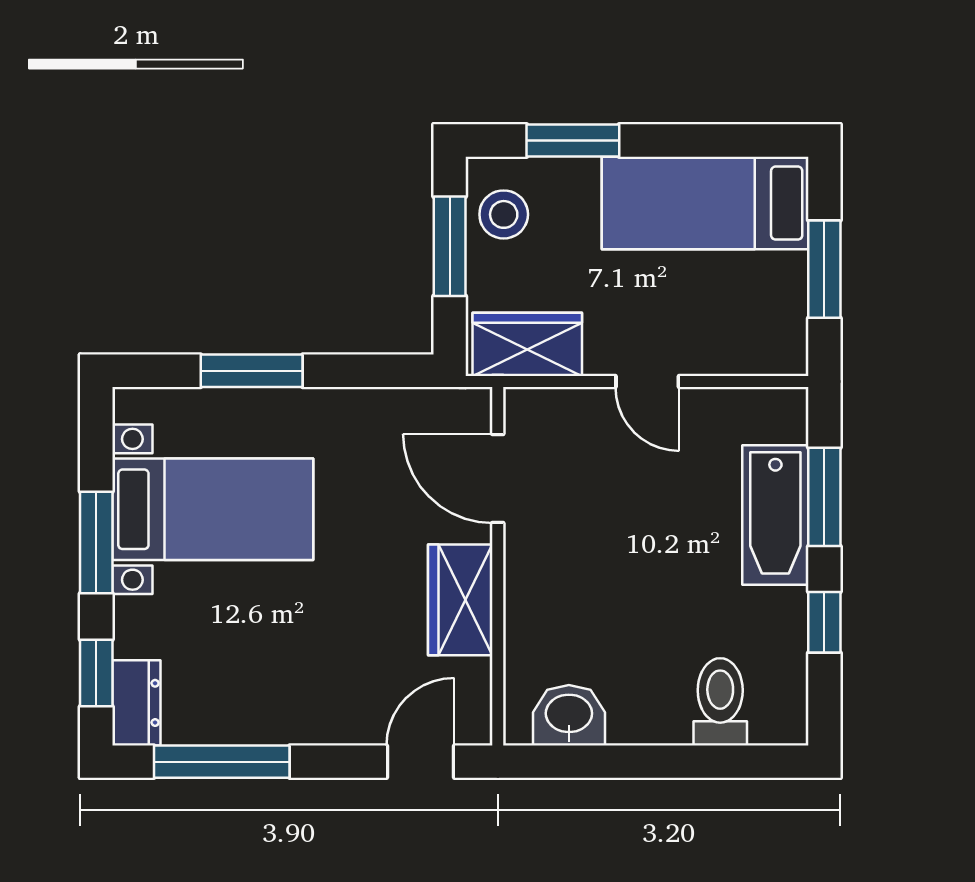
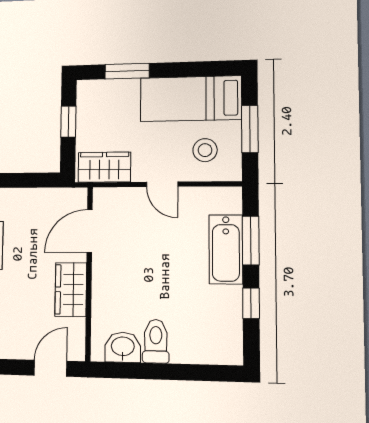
stool: (504, 214) -> (205, 150), moved
window: (450, 246) -> (68, 122), width x0.67
door: (498, 479) -> (90, 231), hinge flipped
toilet: (720, 702) -> (156, 341), moved

